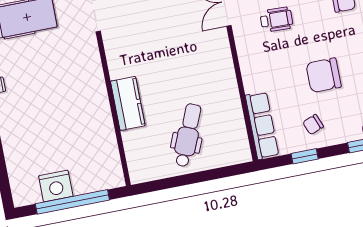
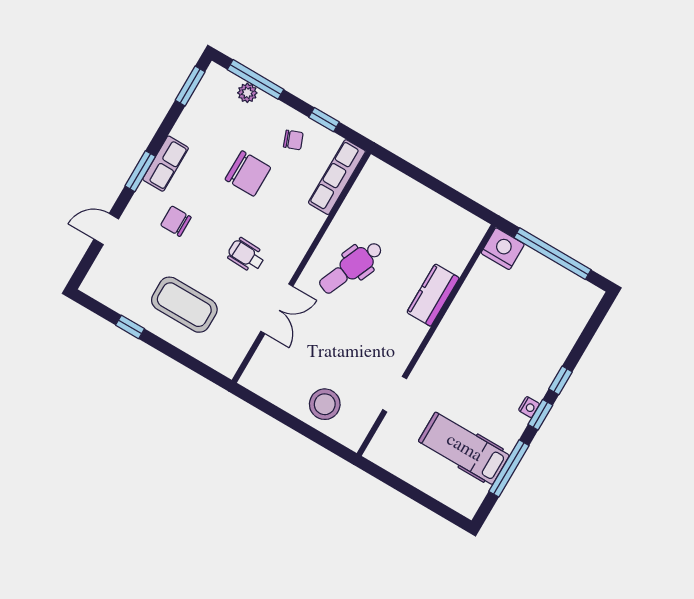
dental chair: (188, 135) -> (351, 267), moved
nightstand: (56, 186) -> (503, 249), moved

